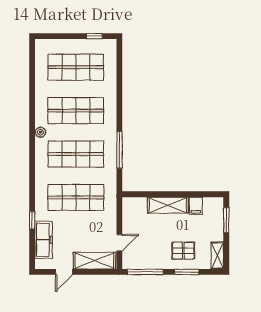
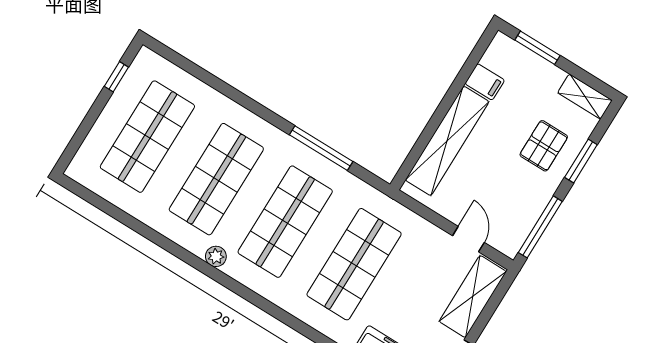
shelving: (168, 205) -> (447, 141), width x1.47

